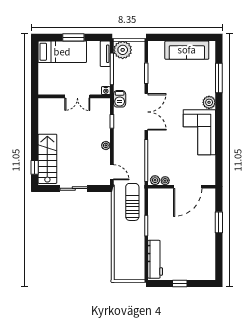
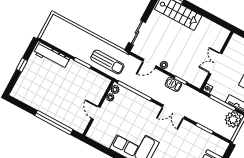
barbecue: (120, 99) -> (173, 84), moved
double door: (146, 112) -> (173, 112), width x0.73
door: (112, 172) -> (149, 64), moved
door: (188, 187) -> (96, 113), width x0.53
sliding door: (74, 188) -> (137, 33), moved
window: (219, 222) -> (54, 122), width x2.11

